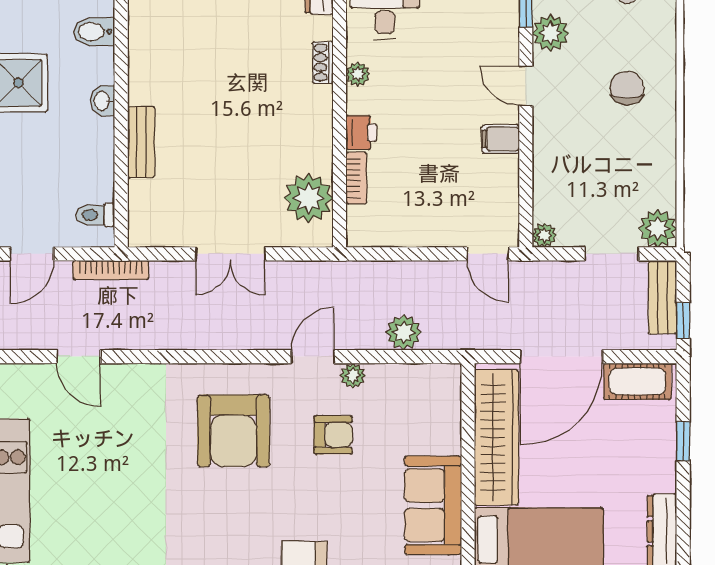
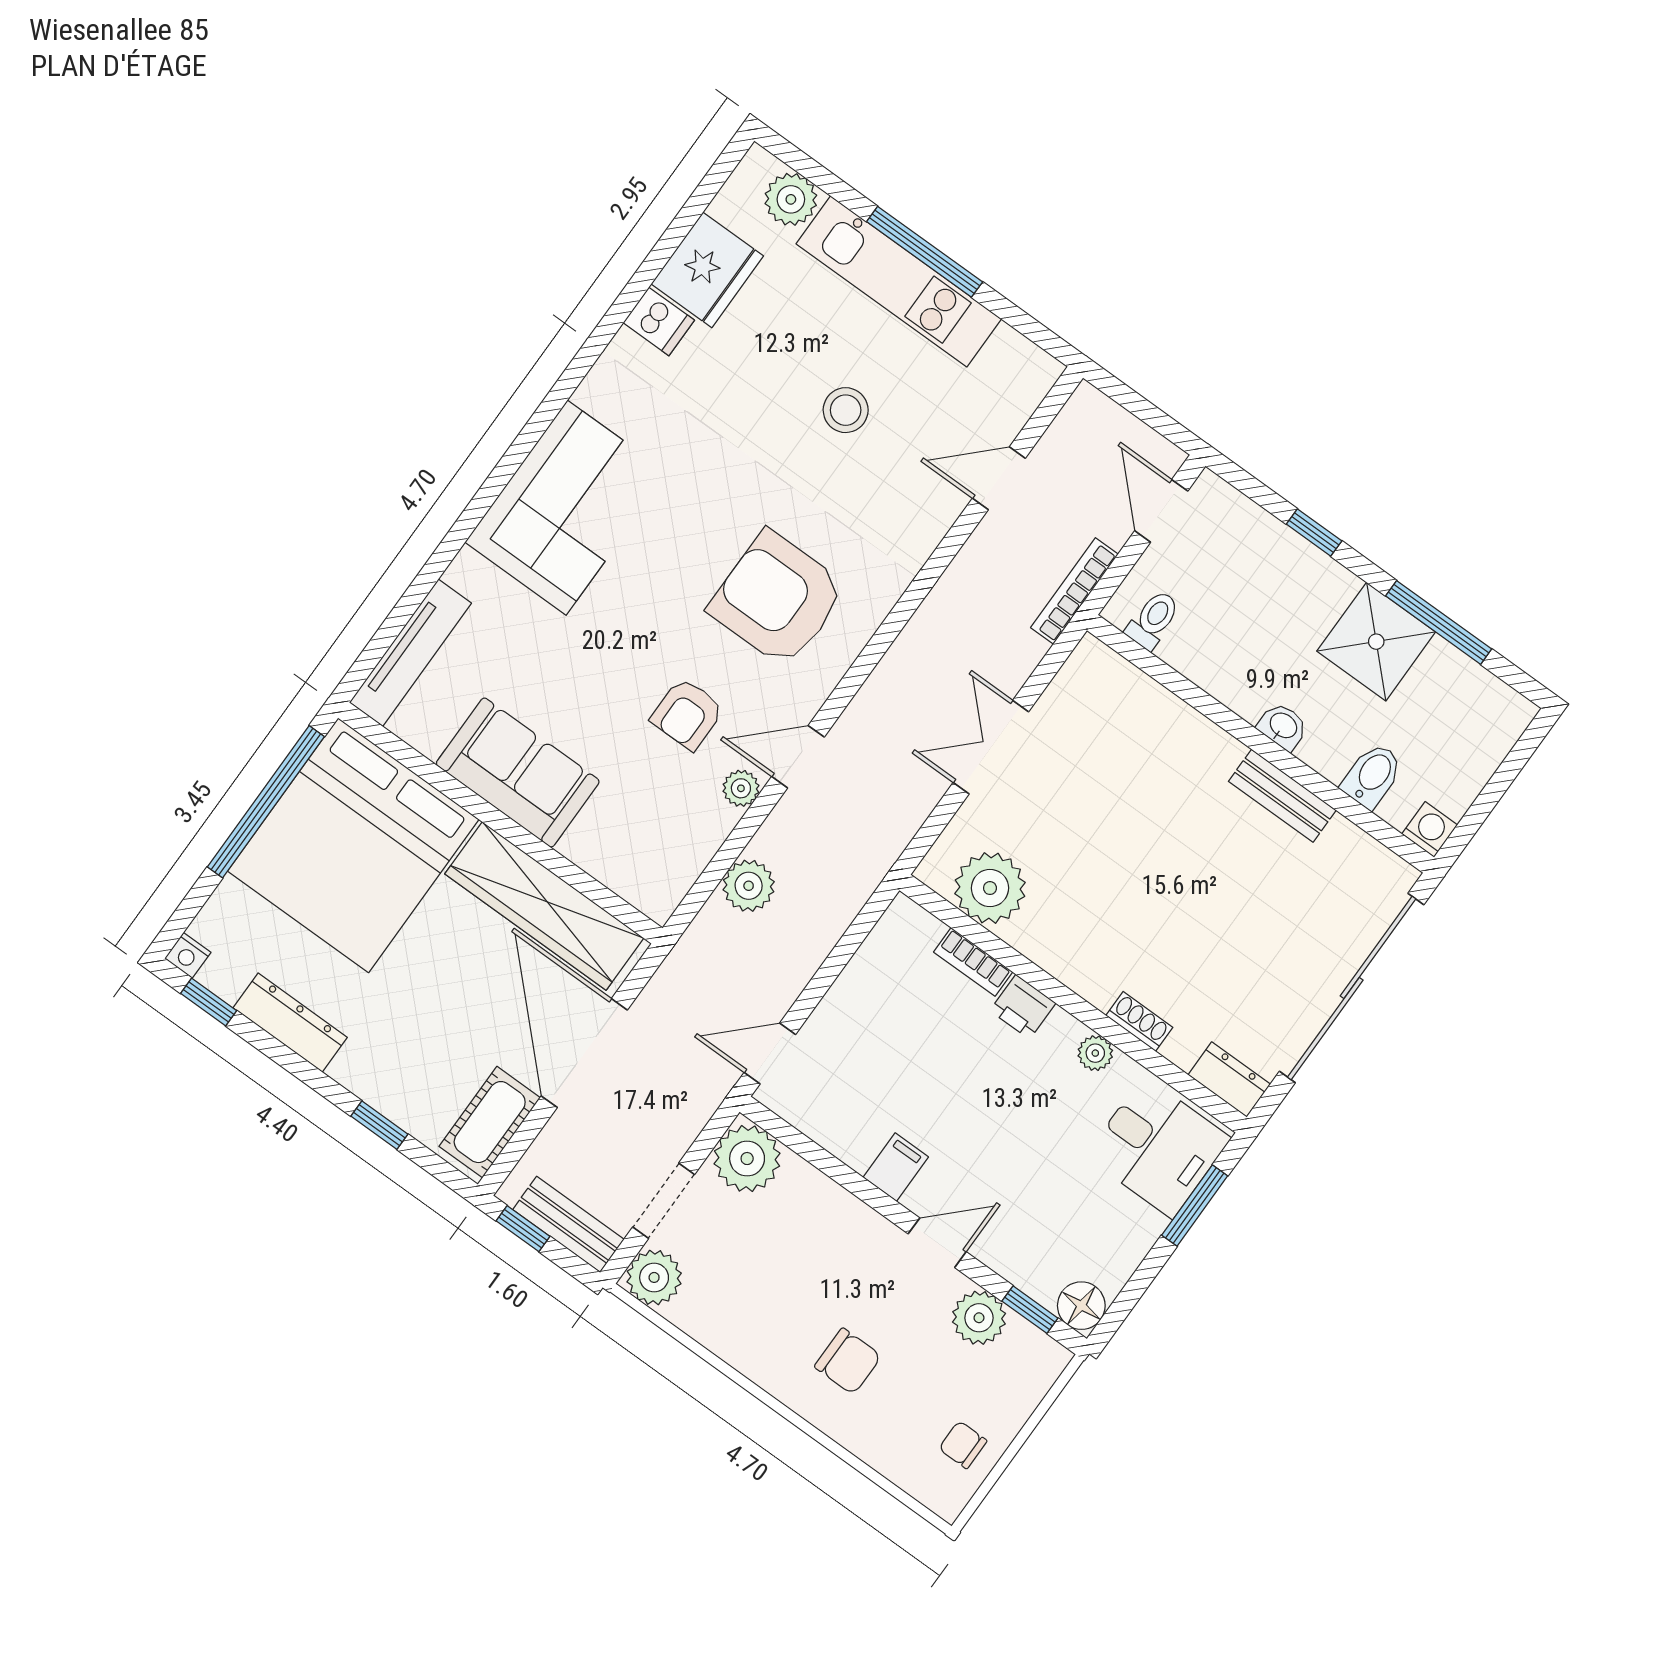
bench: (141, 142) -> (1282, 796), moved
plant: (544, 235) -> (747, 1159), width x1.87, depth x1.87
door: (313, 357) -> (798, 757), swing flipped
stool: (102, 468) -> (846, 410), added

